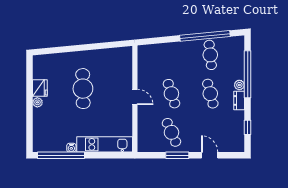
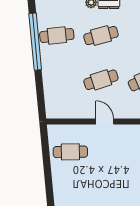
cafe table: (83, 89) -> (70, 152), moved, width x0.73, depth x0.74
door: (135, 97) -> (105, 122), hinge flipped

